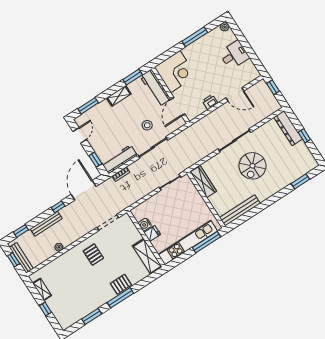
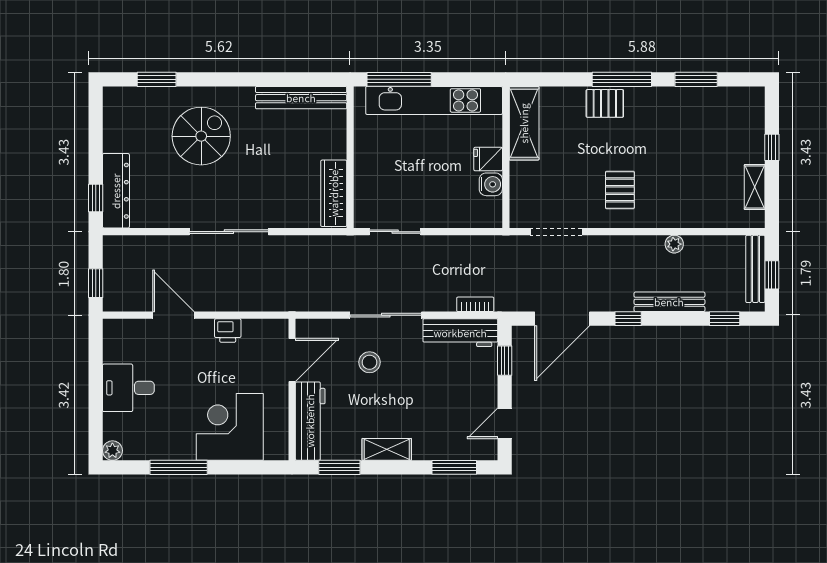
corner desk: (175, 72) -> (230, 427), moved
window: (304, 136) -> (96, 198), moved
spiral stairs: (252, 166) -> (201, 136), moved

